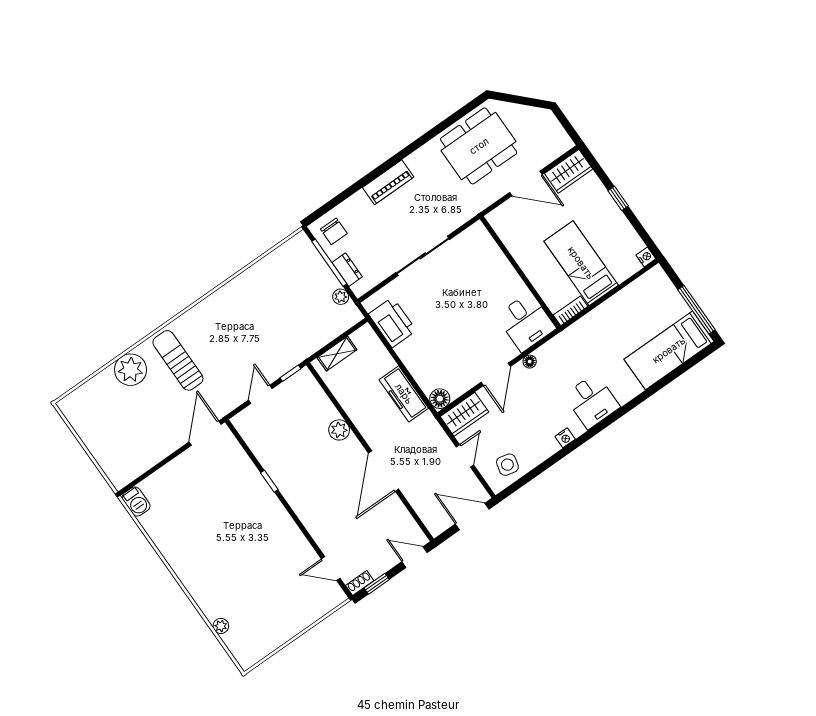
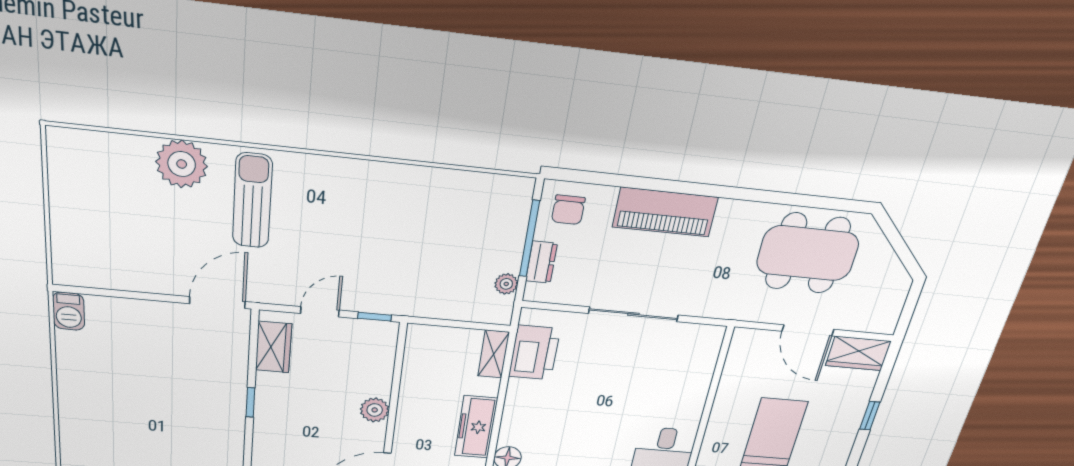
piano: (388, 182) -> (665, 212), width x1.37, depth x1.33
shelving: (337, 354) -> (494, 354), moved, turned 90
wardrobe: (254, 436) -> (274, 347), added

